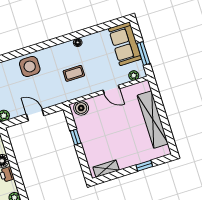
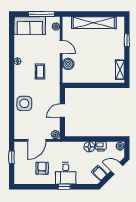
window: (143, 53) -> (41, 14), width x1.44
door: (111, 89) -> (61, 47), hinge flipped
boiler: (81, 108) -> (68, 64), moved
window: (76, 137) -> (89, 85), removed

